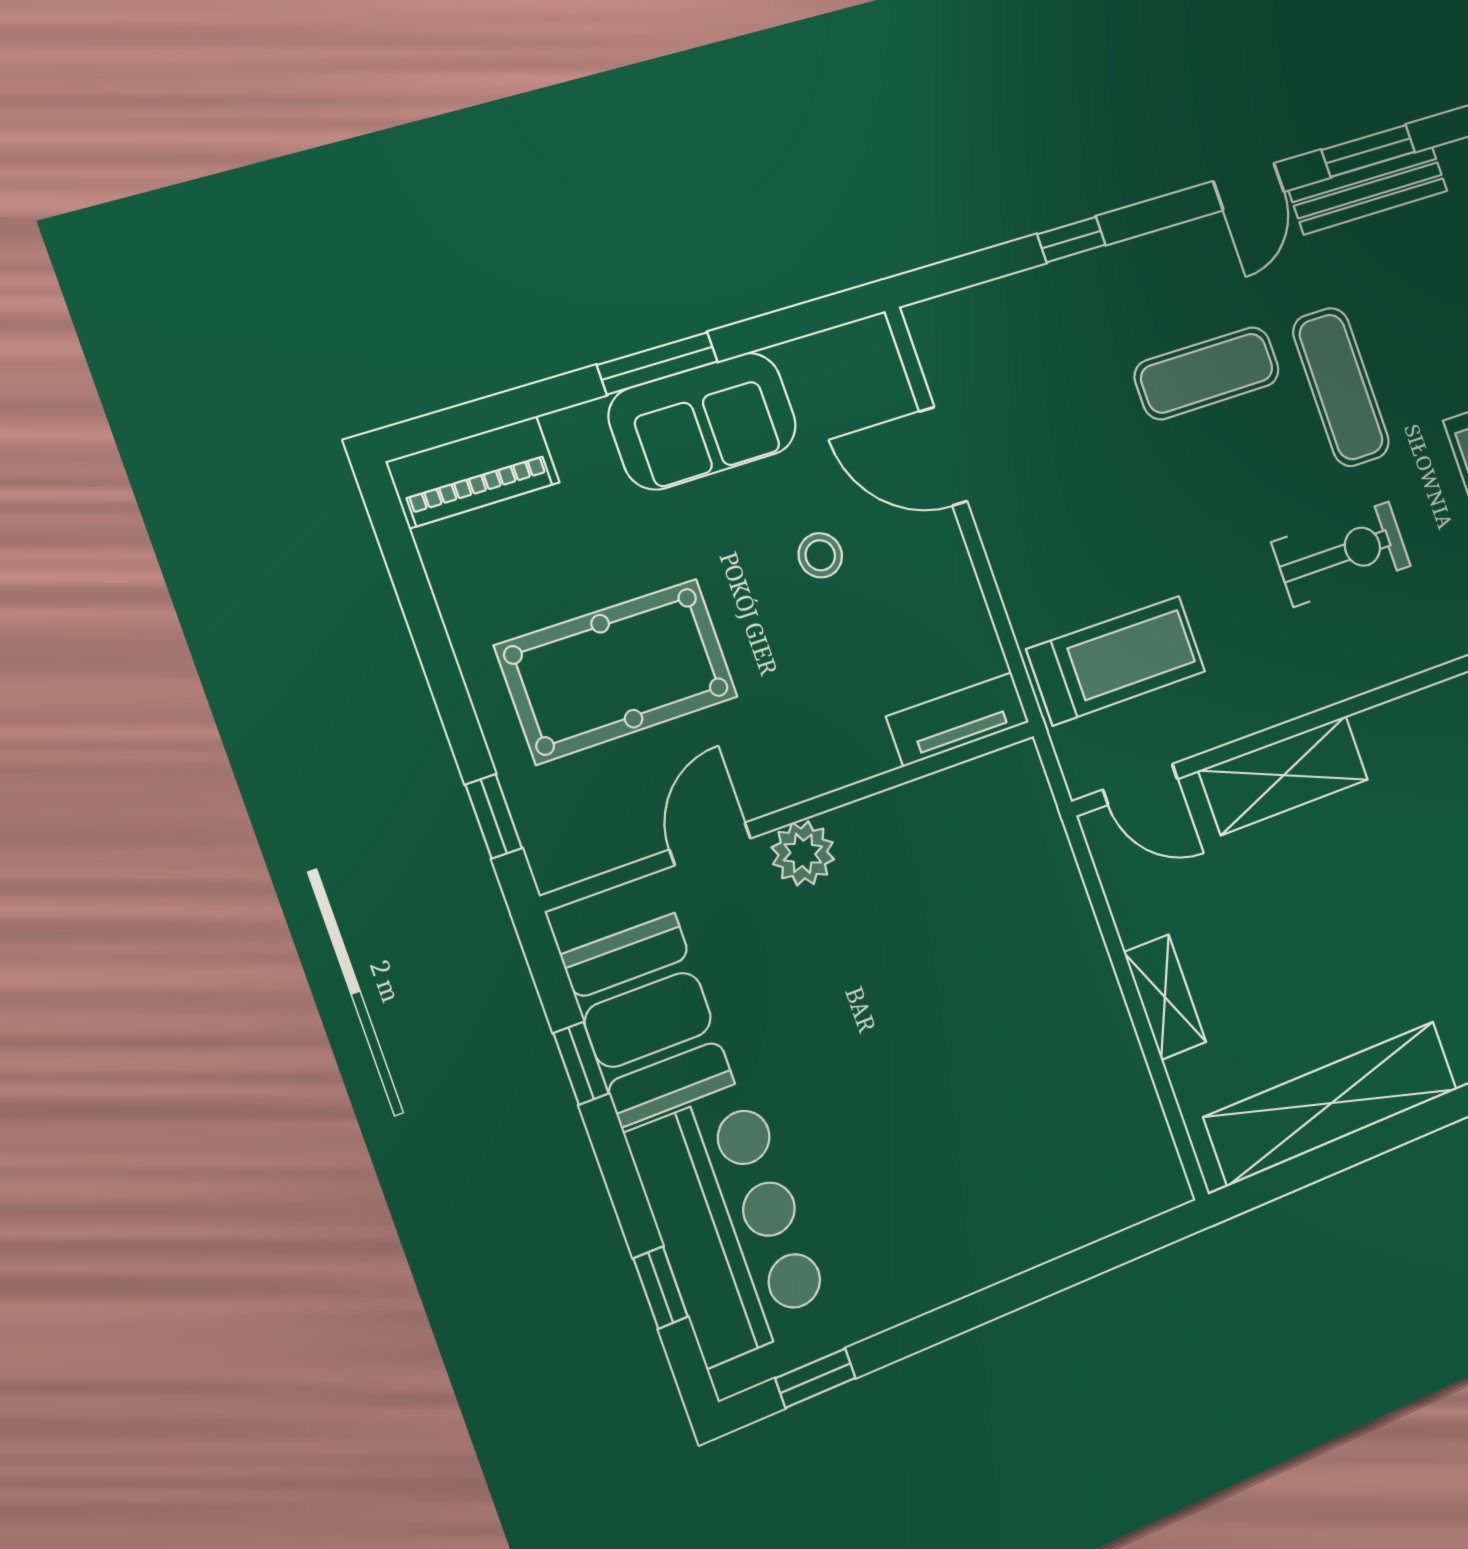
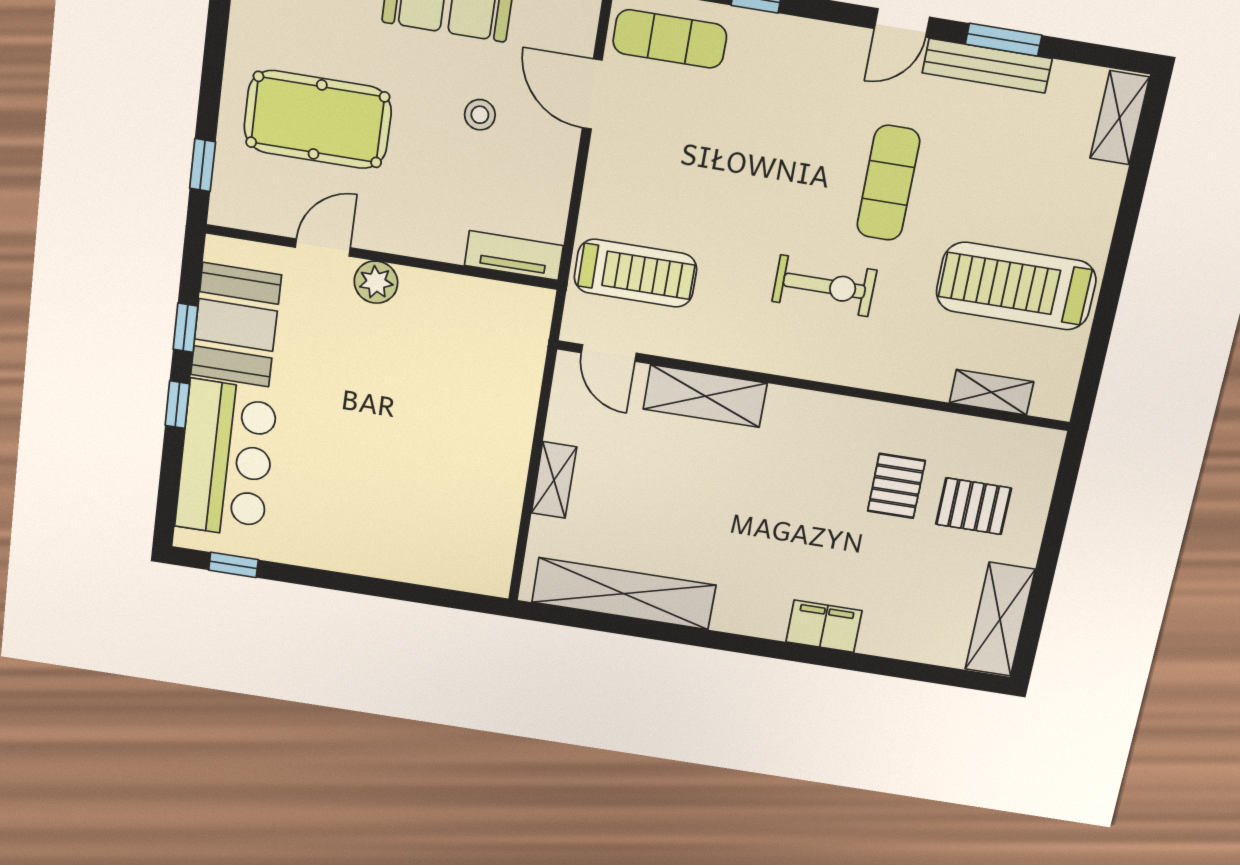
exercise mat: (1207, 373) -> (670, 39), moved
window: (661, 1288) -> (177, 405), moved

